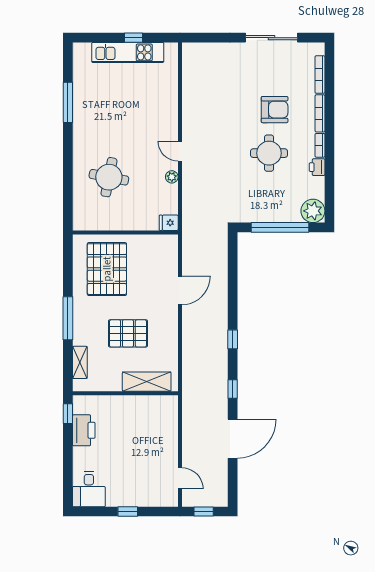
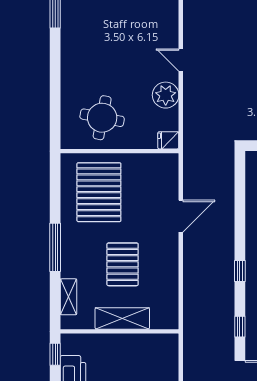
round table: (109, 177) -> (102, 118), moved
plant: (172, 177) -> (166, 95), width x1.88, depth x1.88
pallet: (128, 333) -> (123, 264), turned 90
shelving: (147, 382) -> (122, 318), moved

